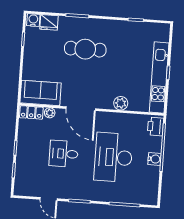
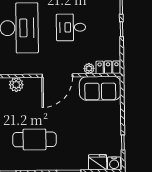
cafe table: (85, 49) -> (34, 139), moved
door: (81, 109) -> (57, 76), swing flipped
desk: (64, 154) -> (71, 27), turned 180

